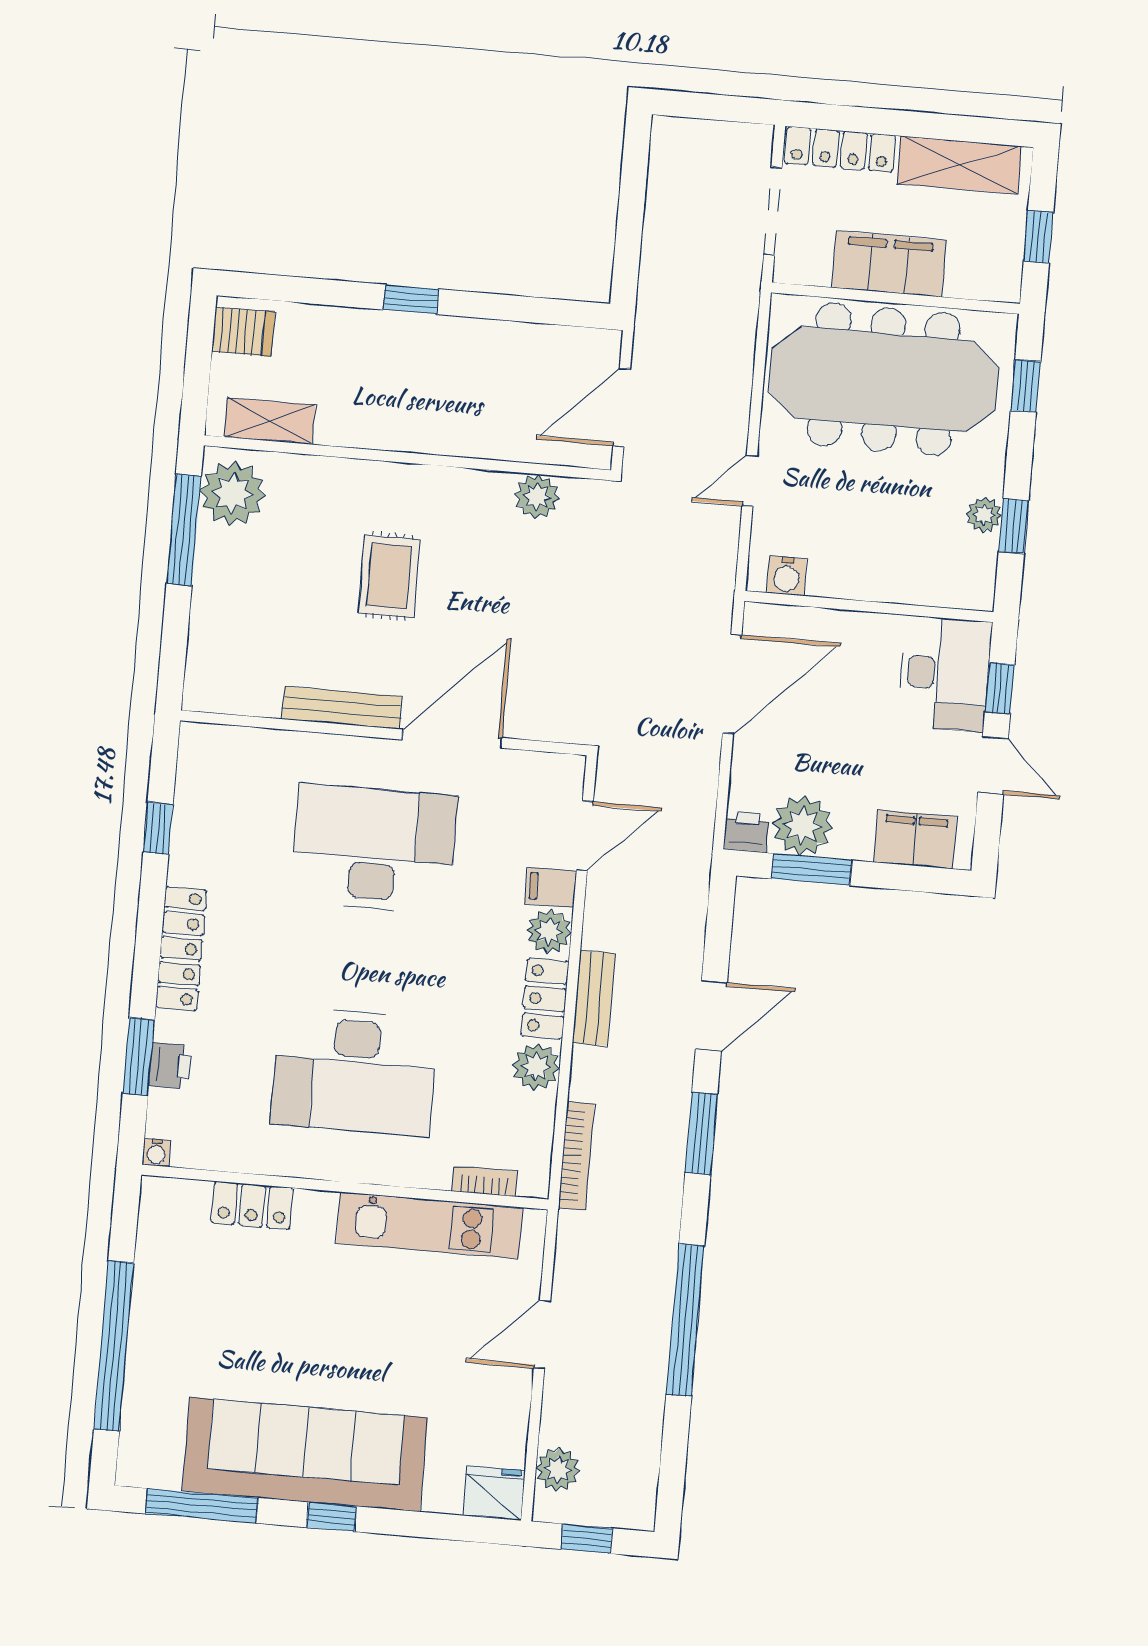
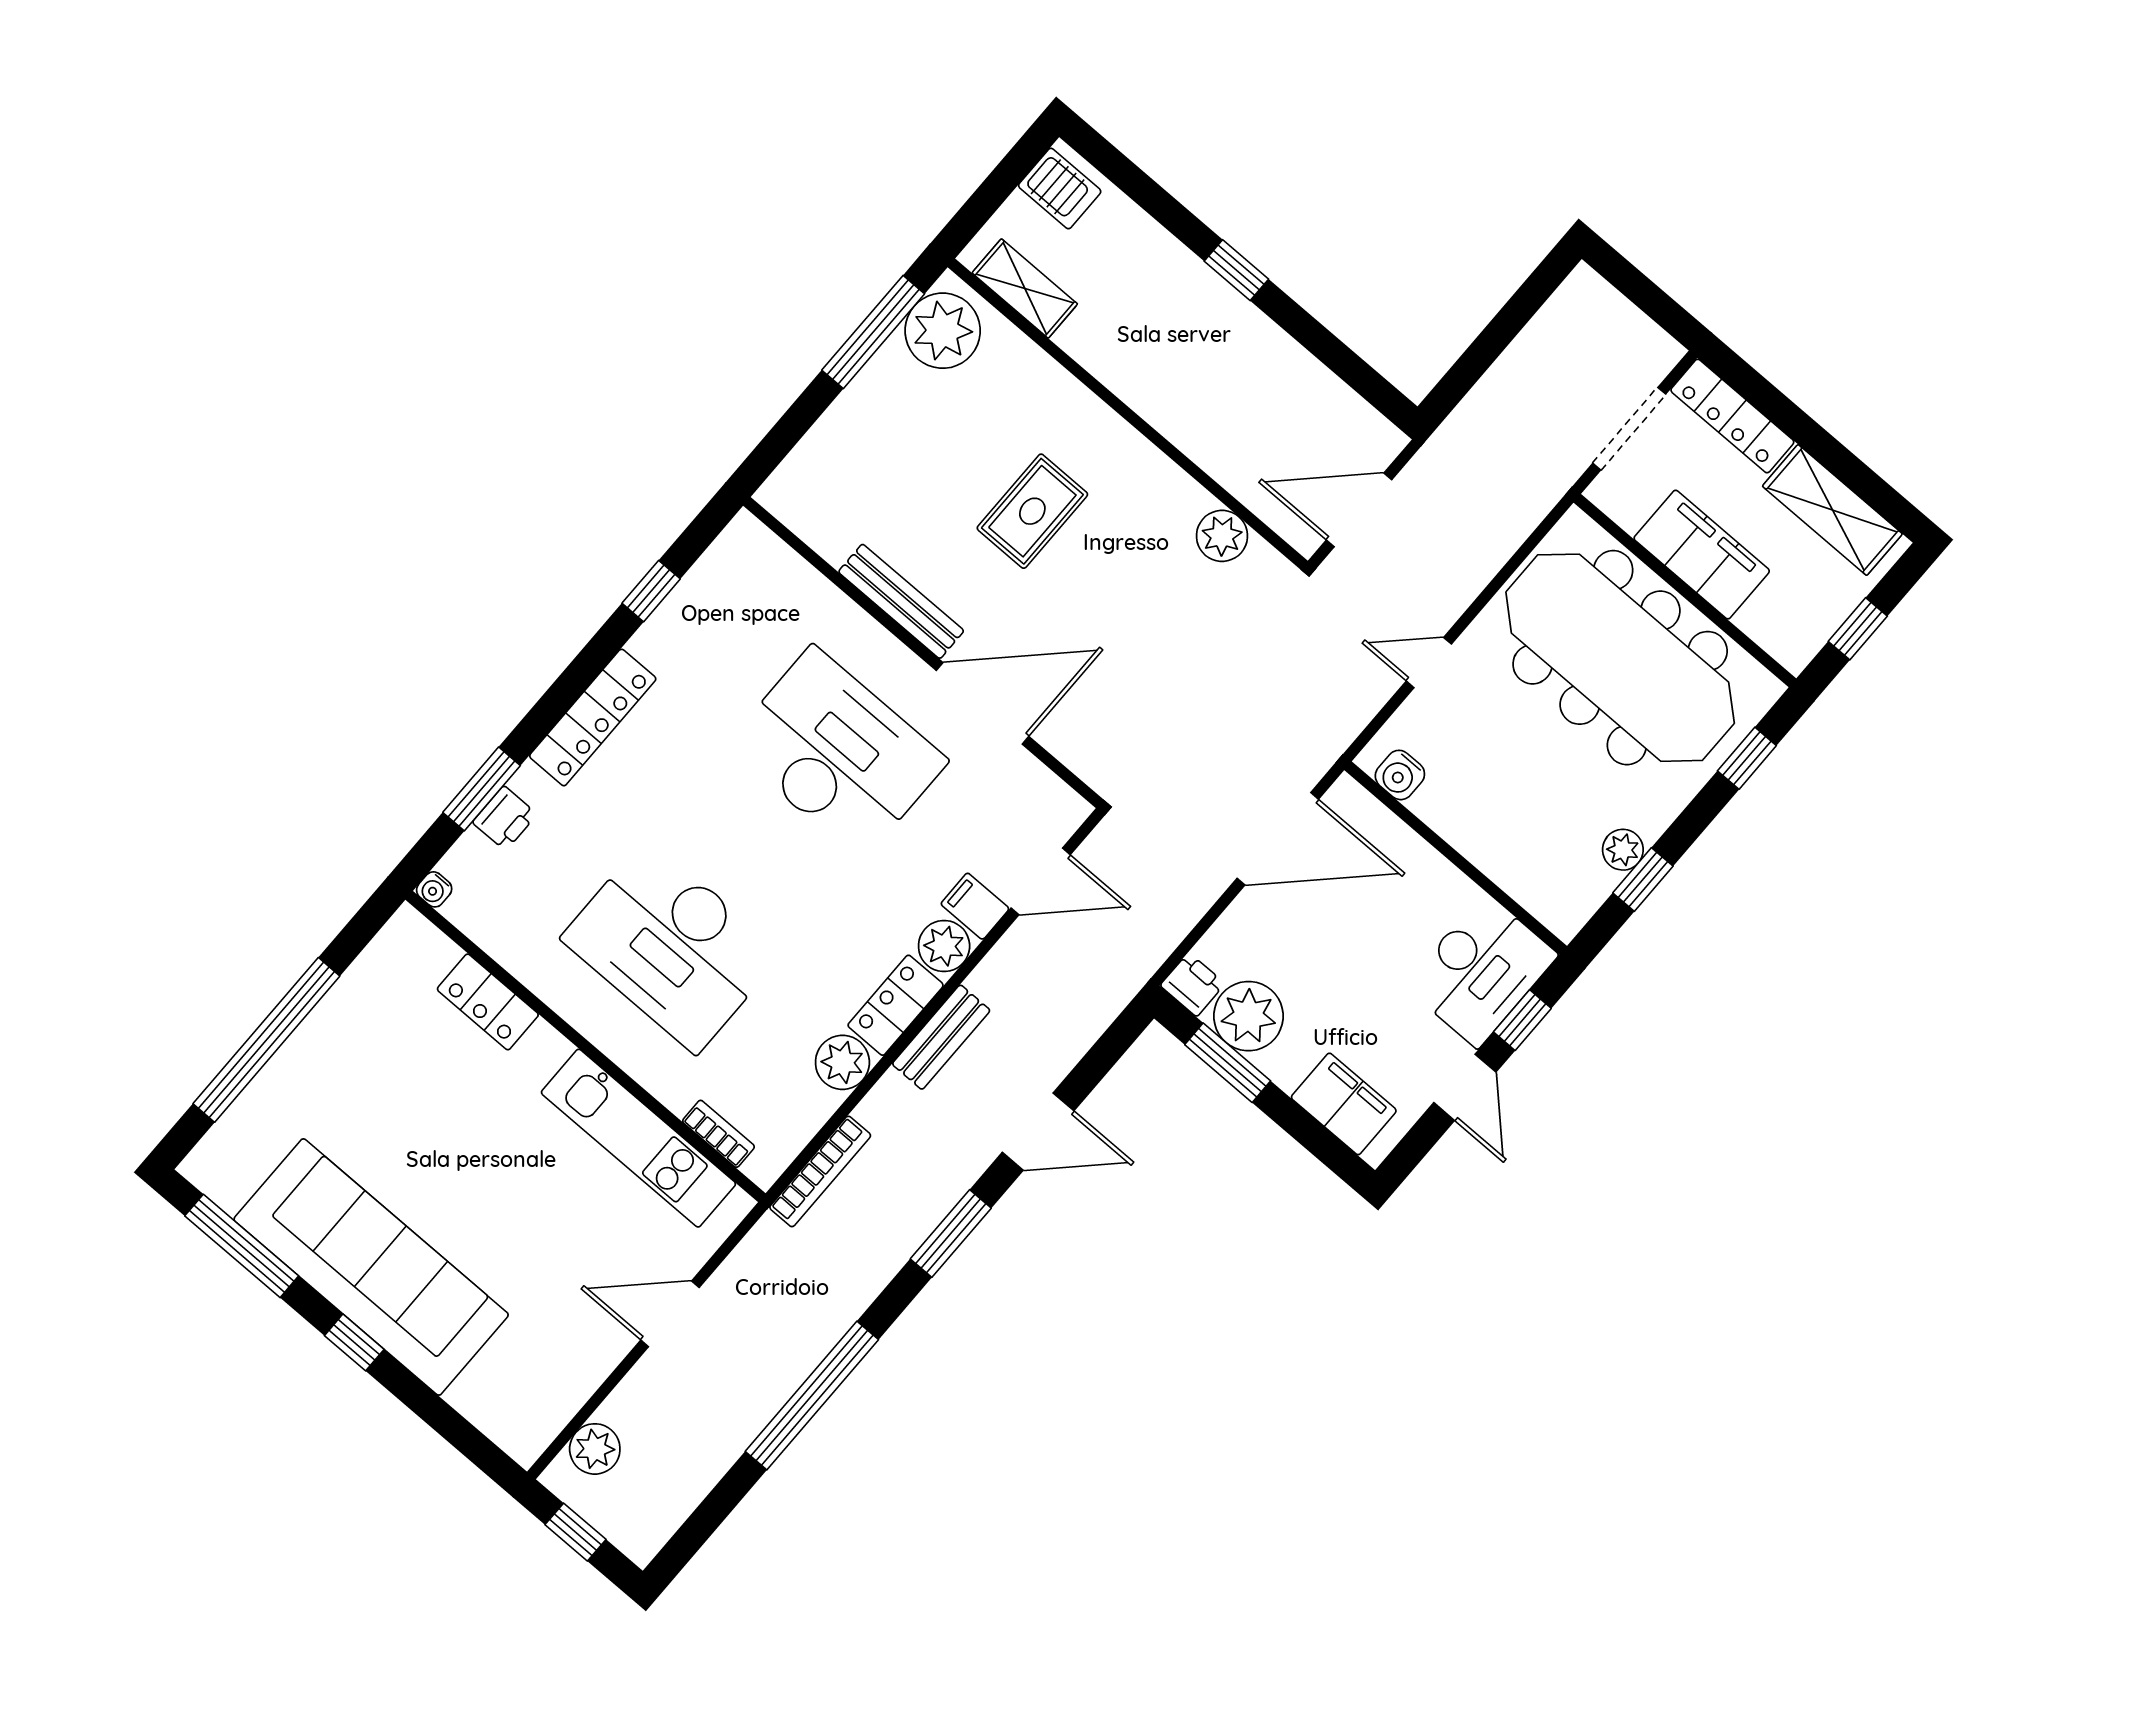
fridge: (494, 1493) -> (521, 1429), removed

